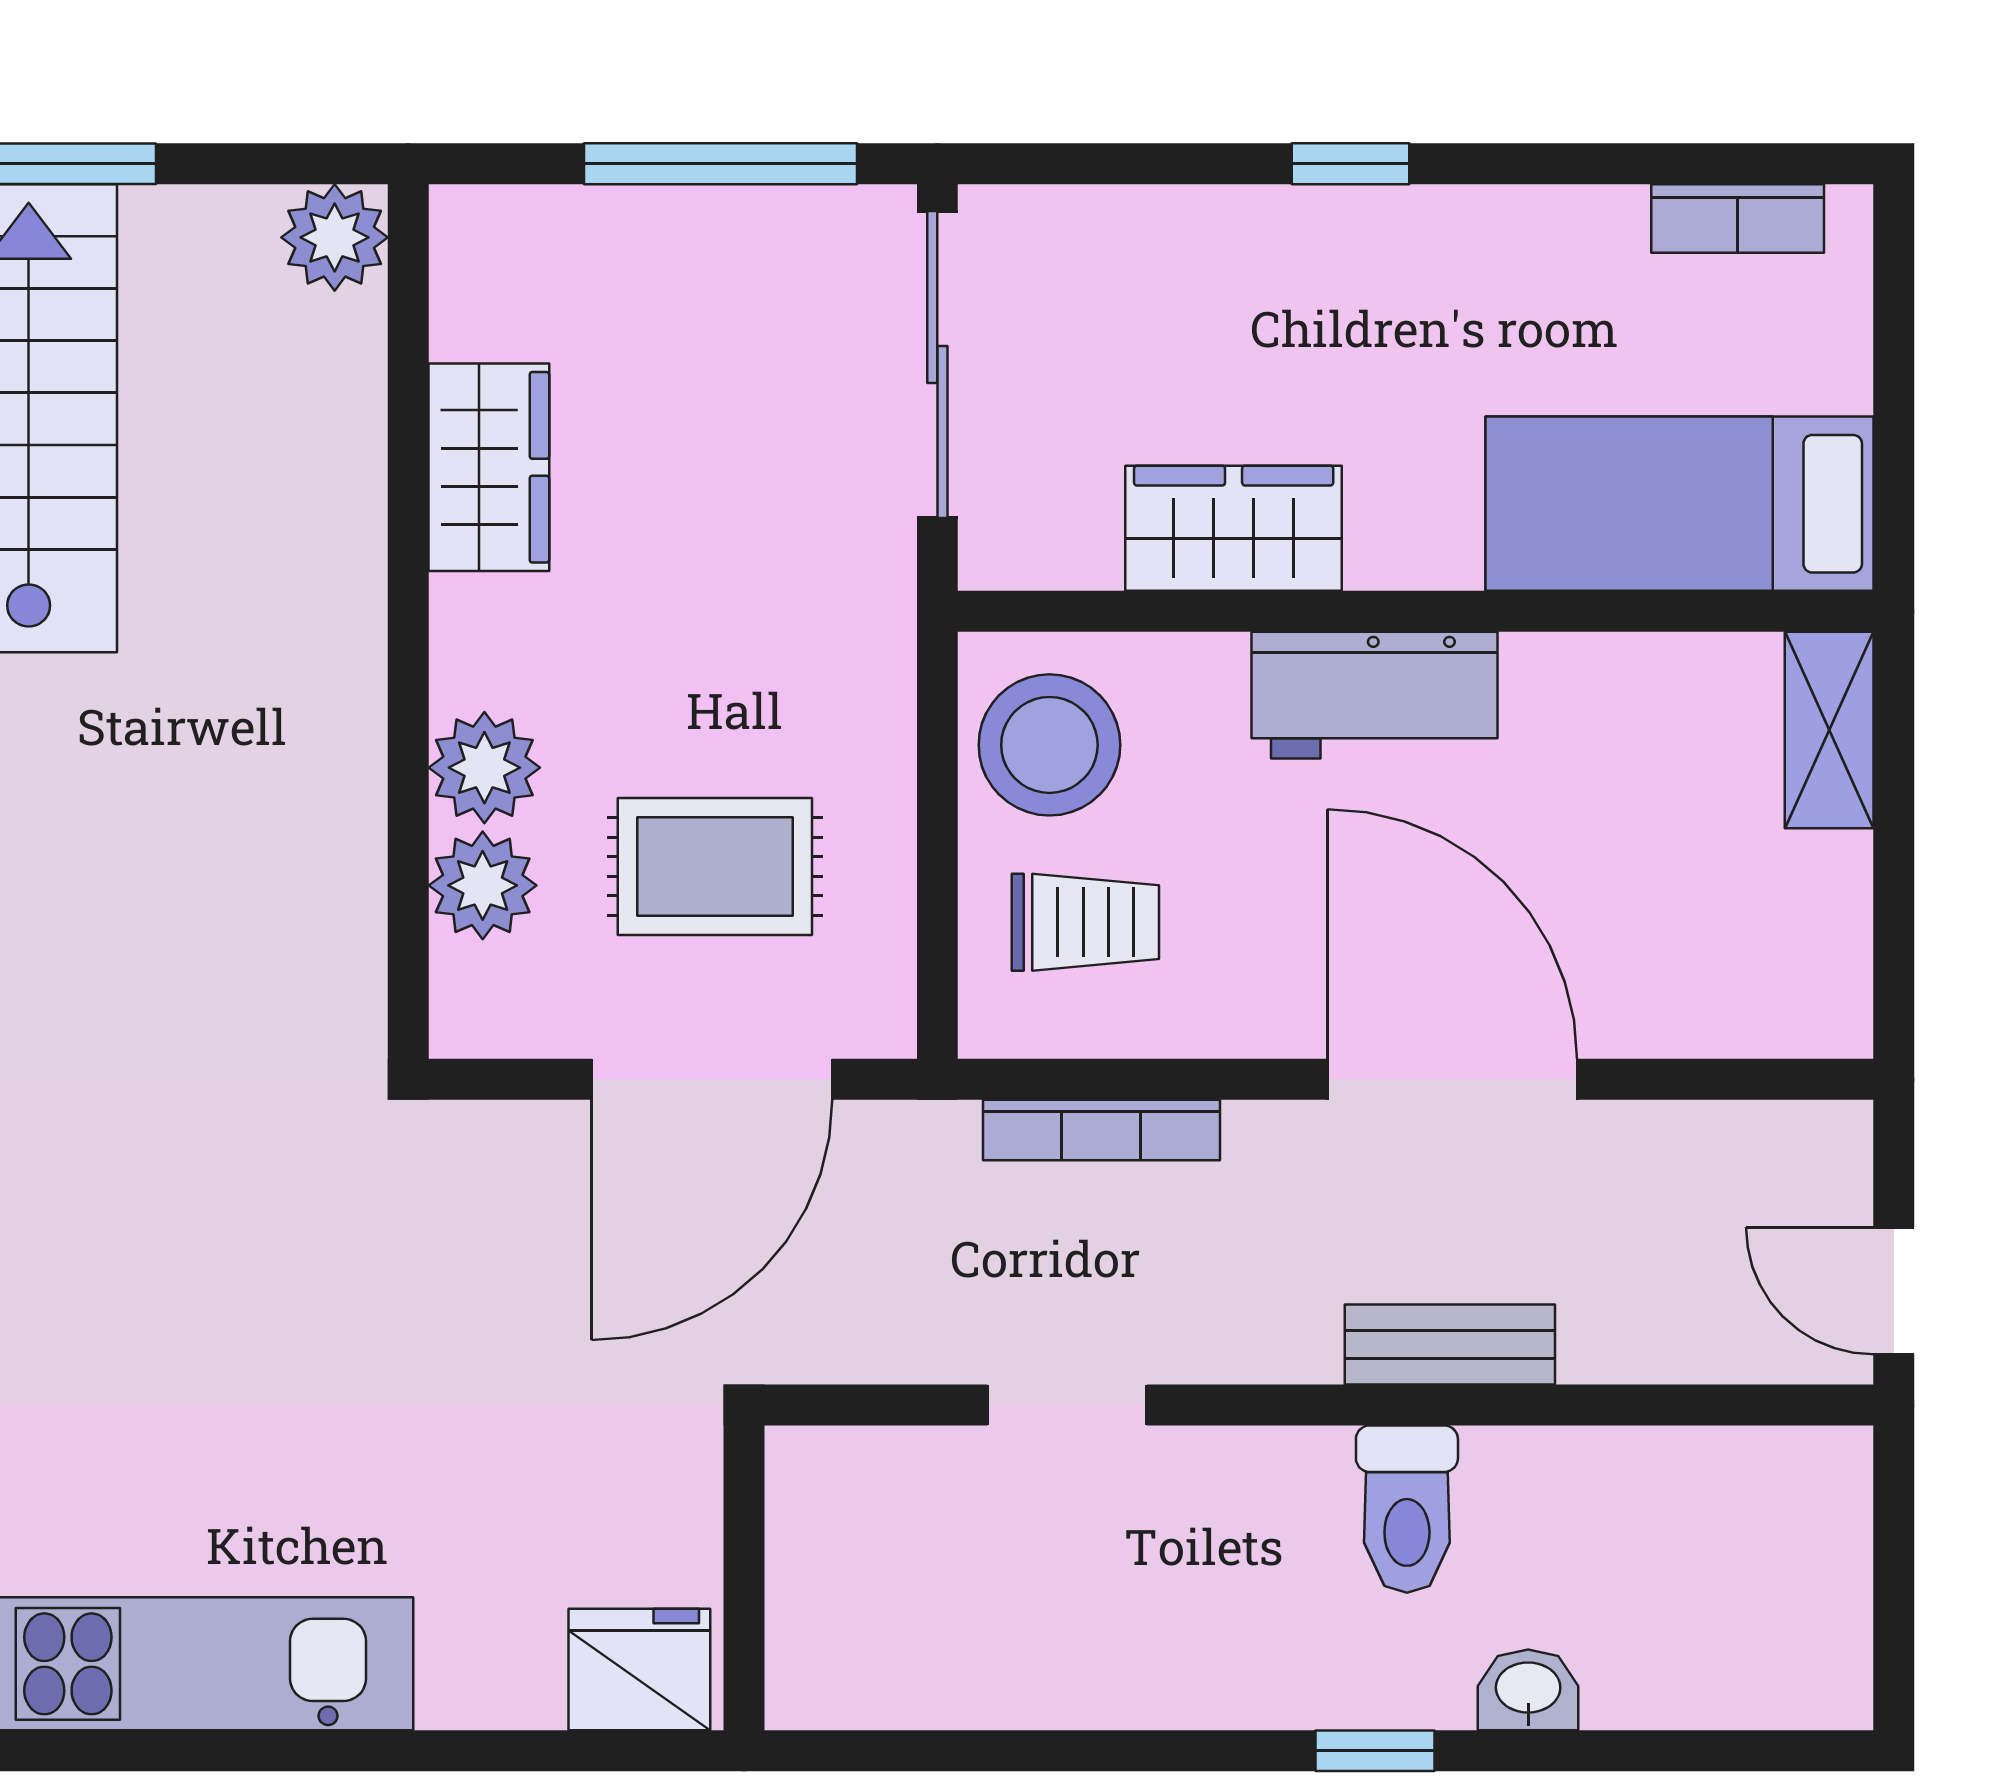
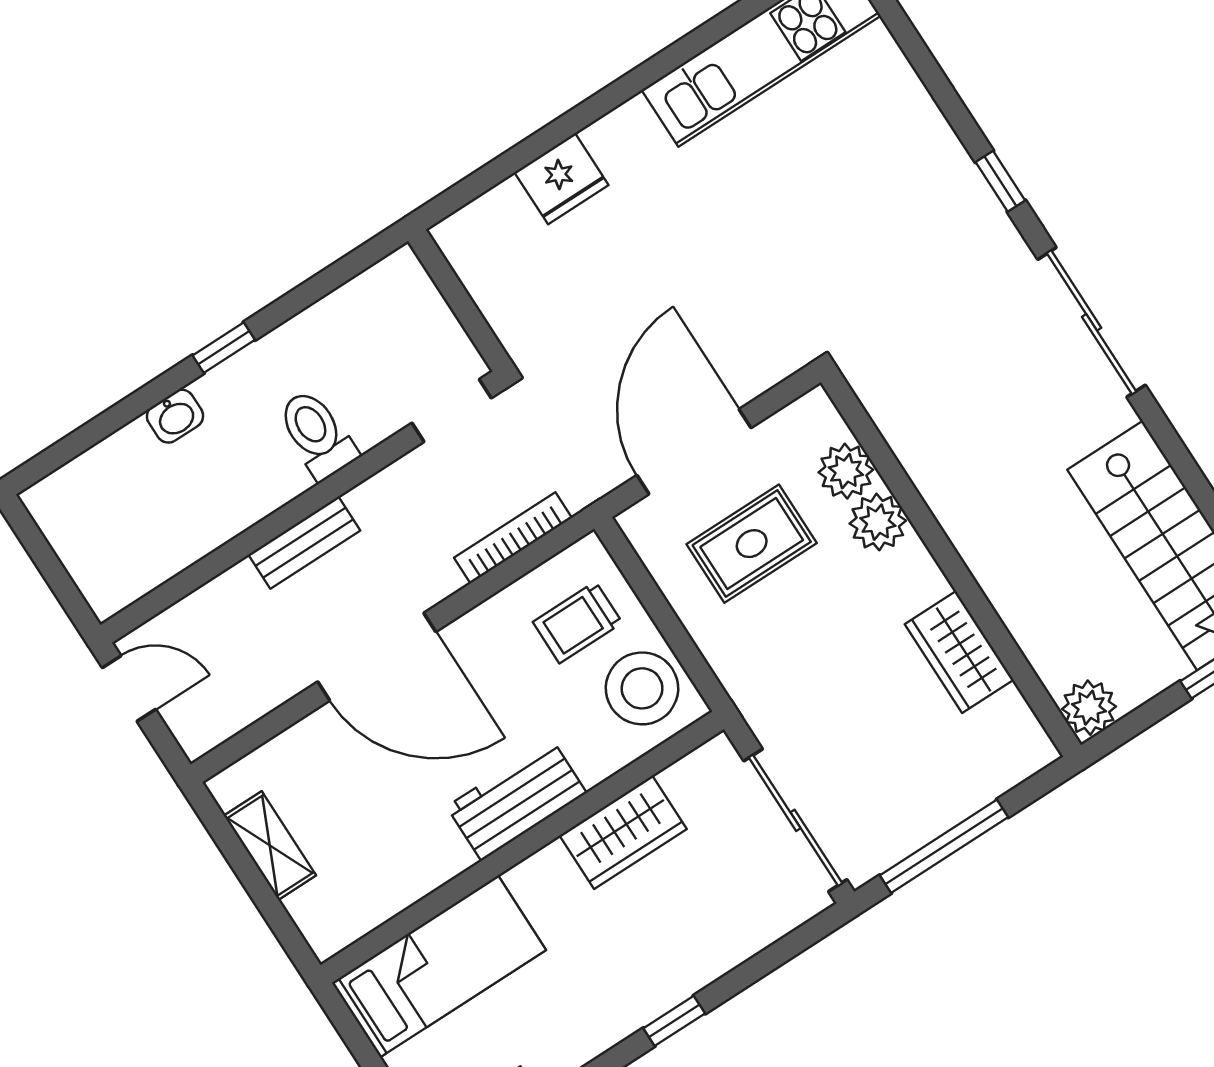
shelving: (1829, 730) -> (270, 846), moved
toilet: (1407, 1509) -> (317, 434), moved
wall: (744, 1578) -> (459, 300), moved

